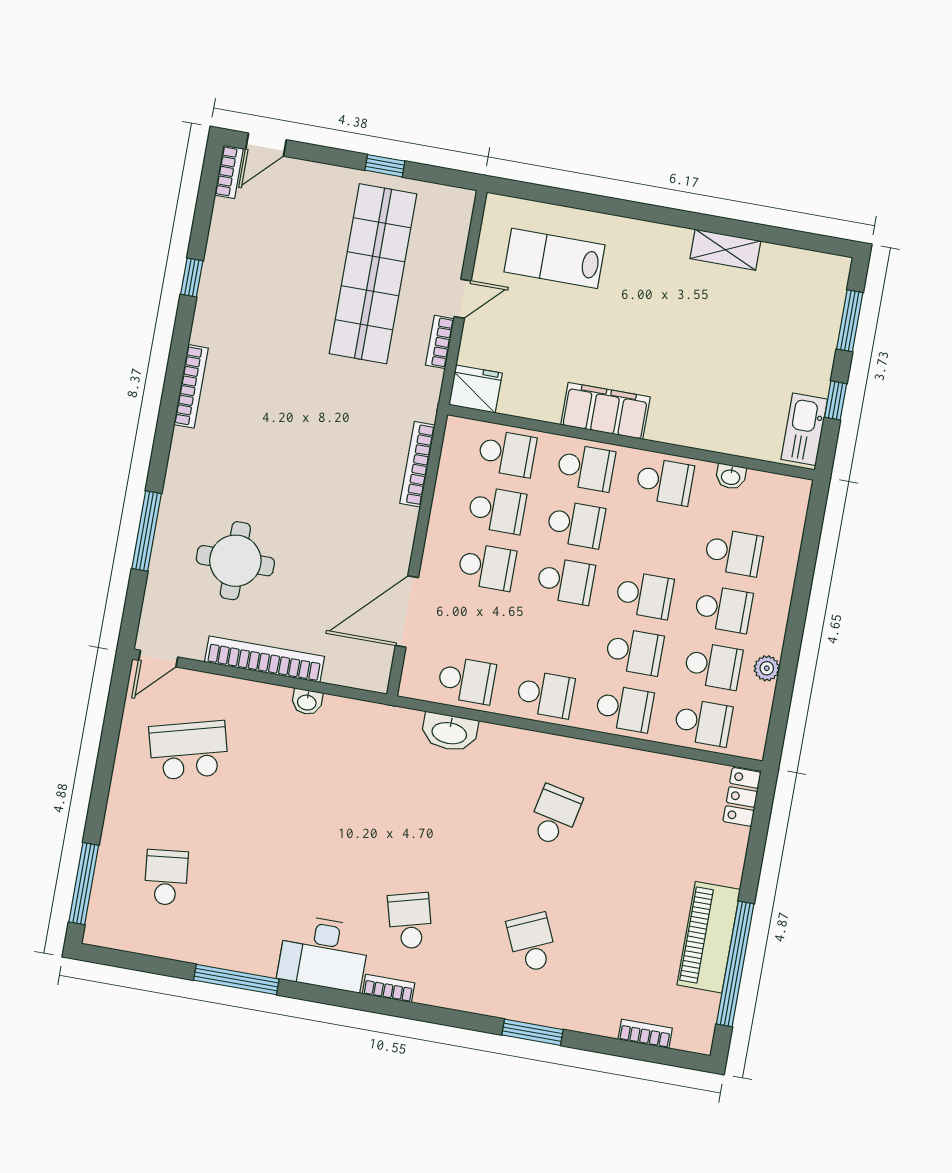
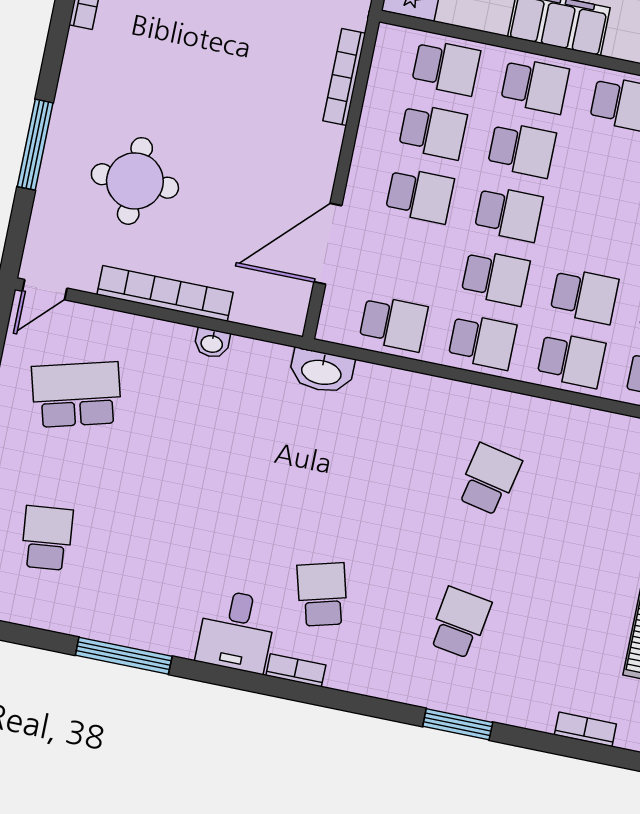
school desk: (644, 595) -> (496, 278), moved
washbasin: (449, 732) -> (322, 371), moved
school desk: (532, 943) -> (460, 623), turned 33
desk: (324, 953) -> (236, 631), width x0.73

